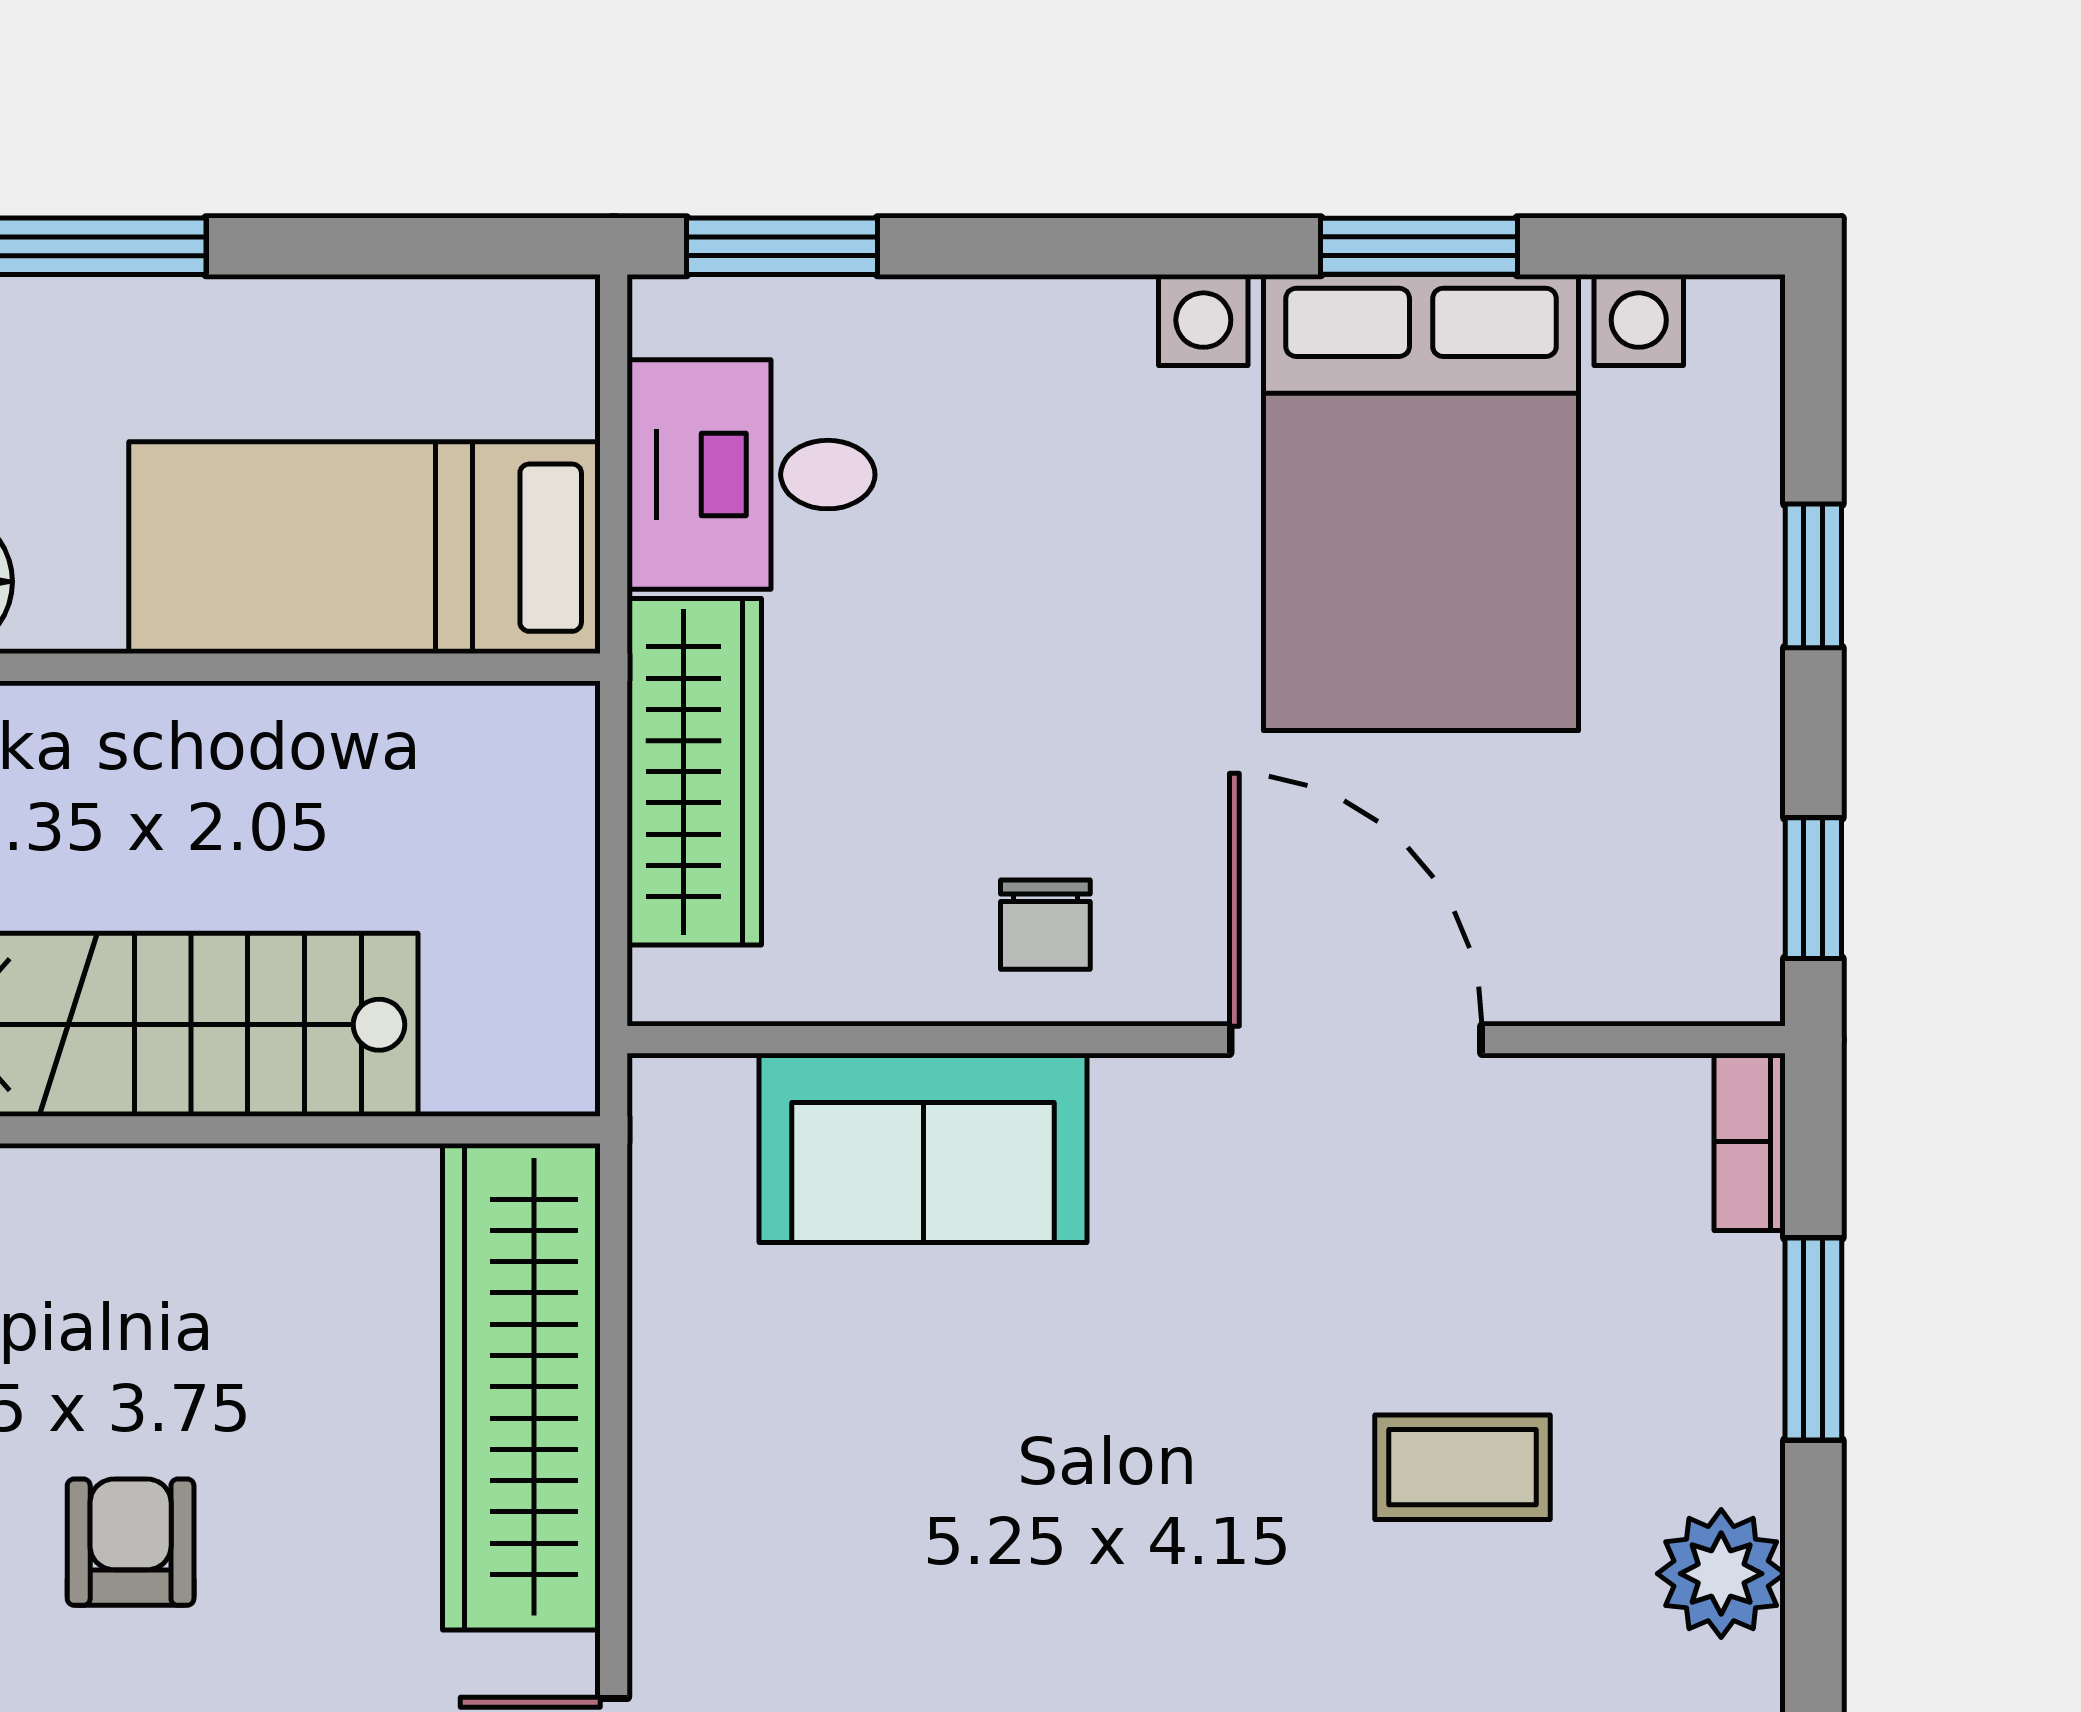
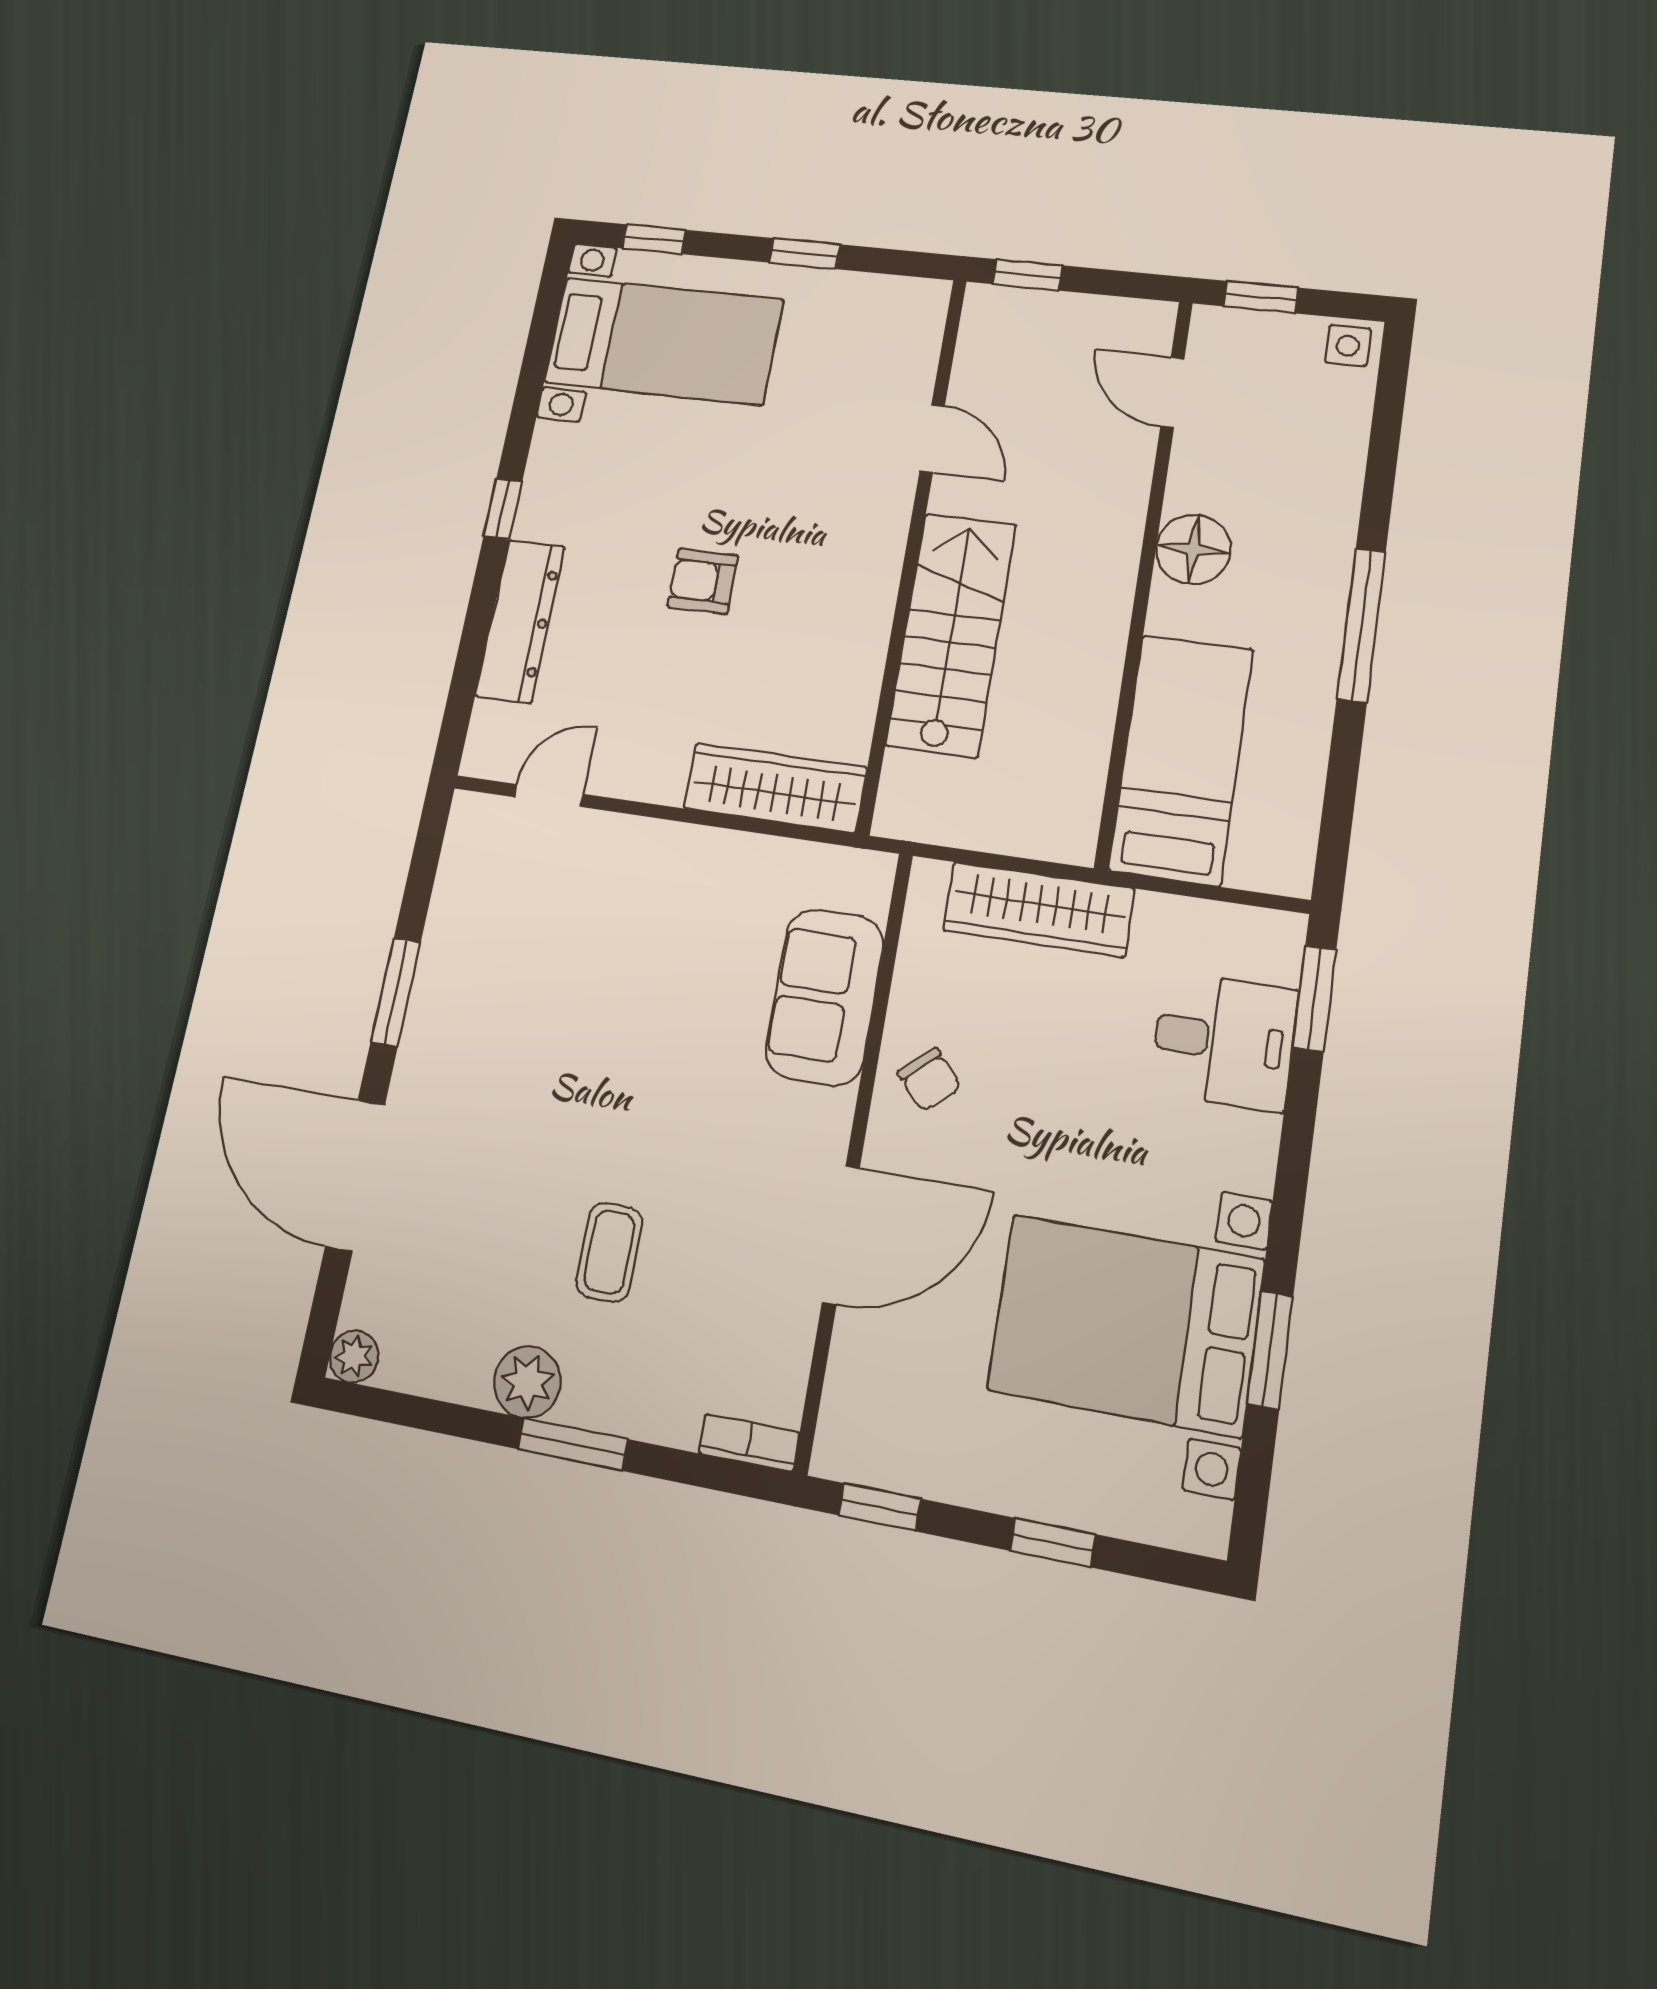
desk: (751, 475) -> (1224, 1041), moved, turned 90
chair: (1045, 925) -> (929, 1080), turned -132
window: (1813, 1339) -> (573, 1444), moved
wardrobe: (521, 1387) -> (775, 788), width x0.71, depth x0.85
armchair: (131, 1542) -> (703, 581), turned 180

